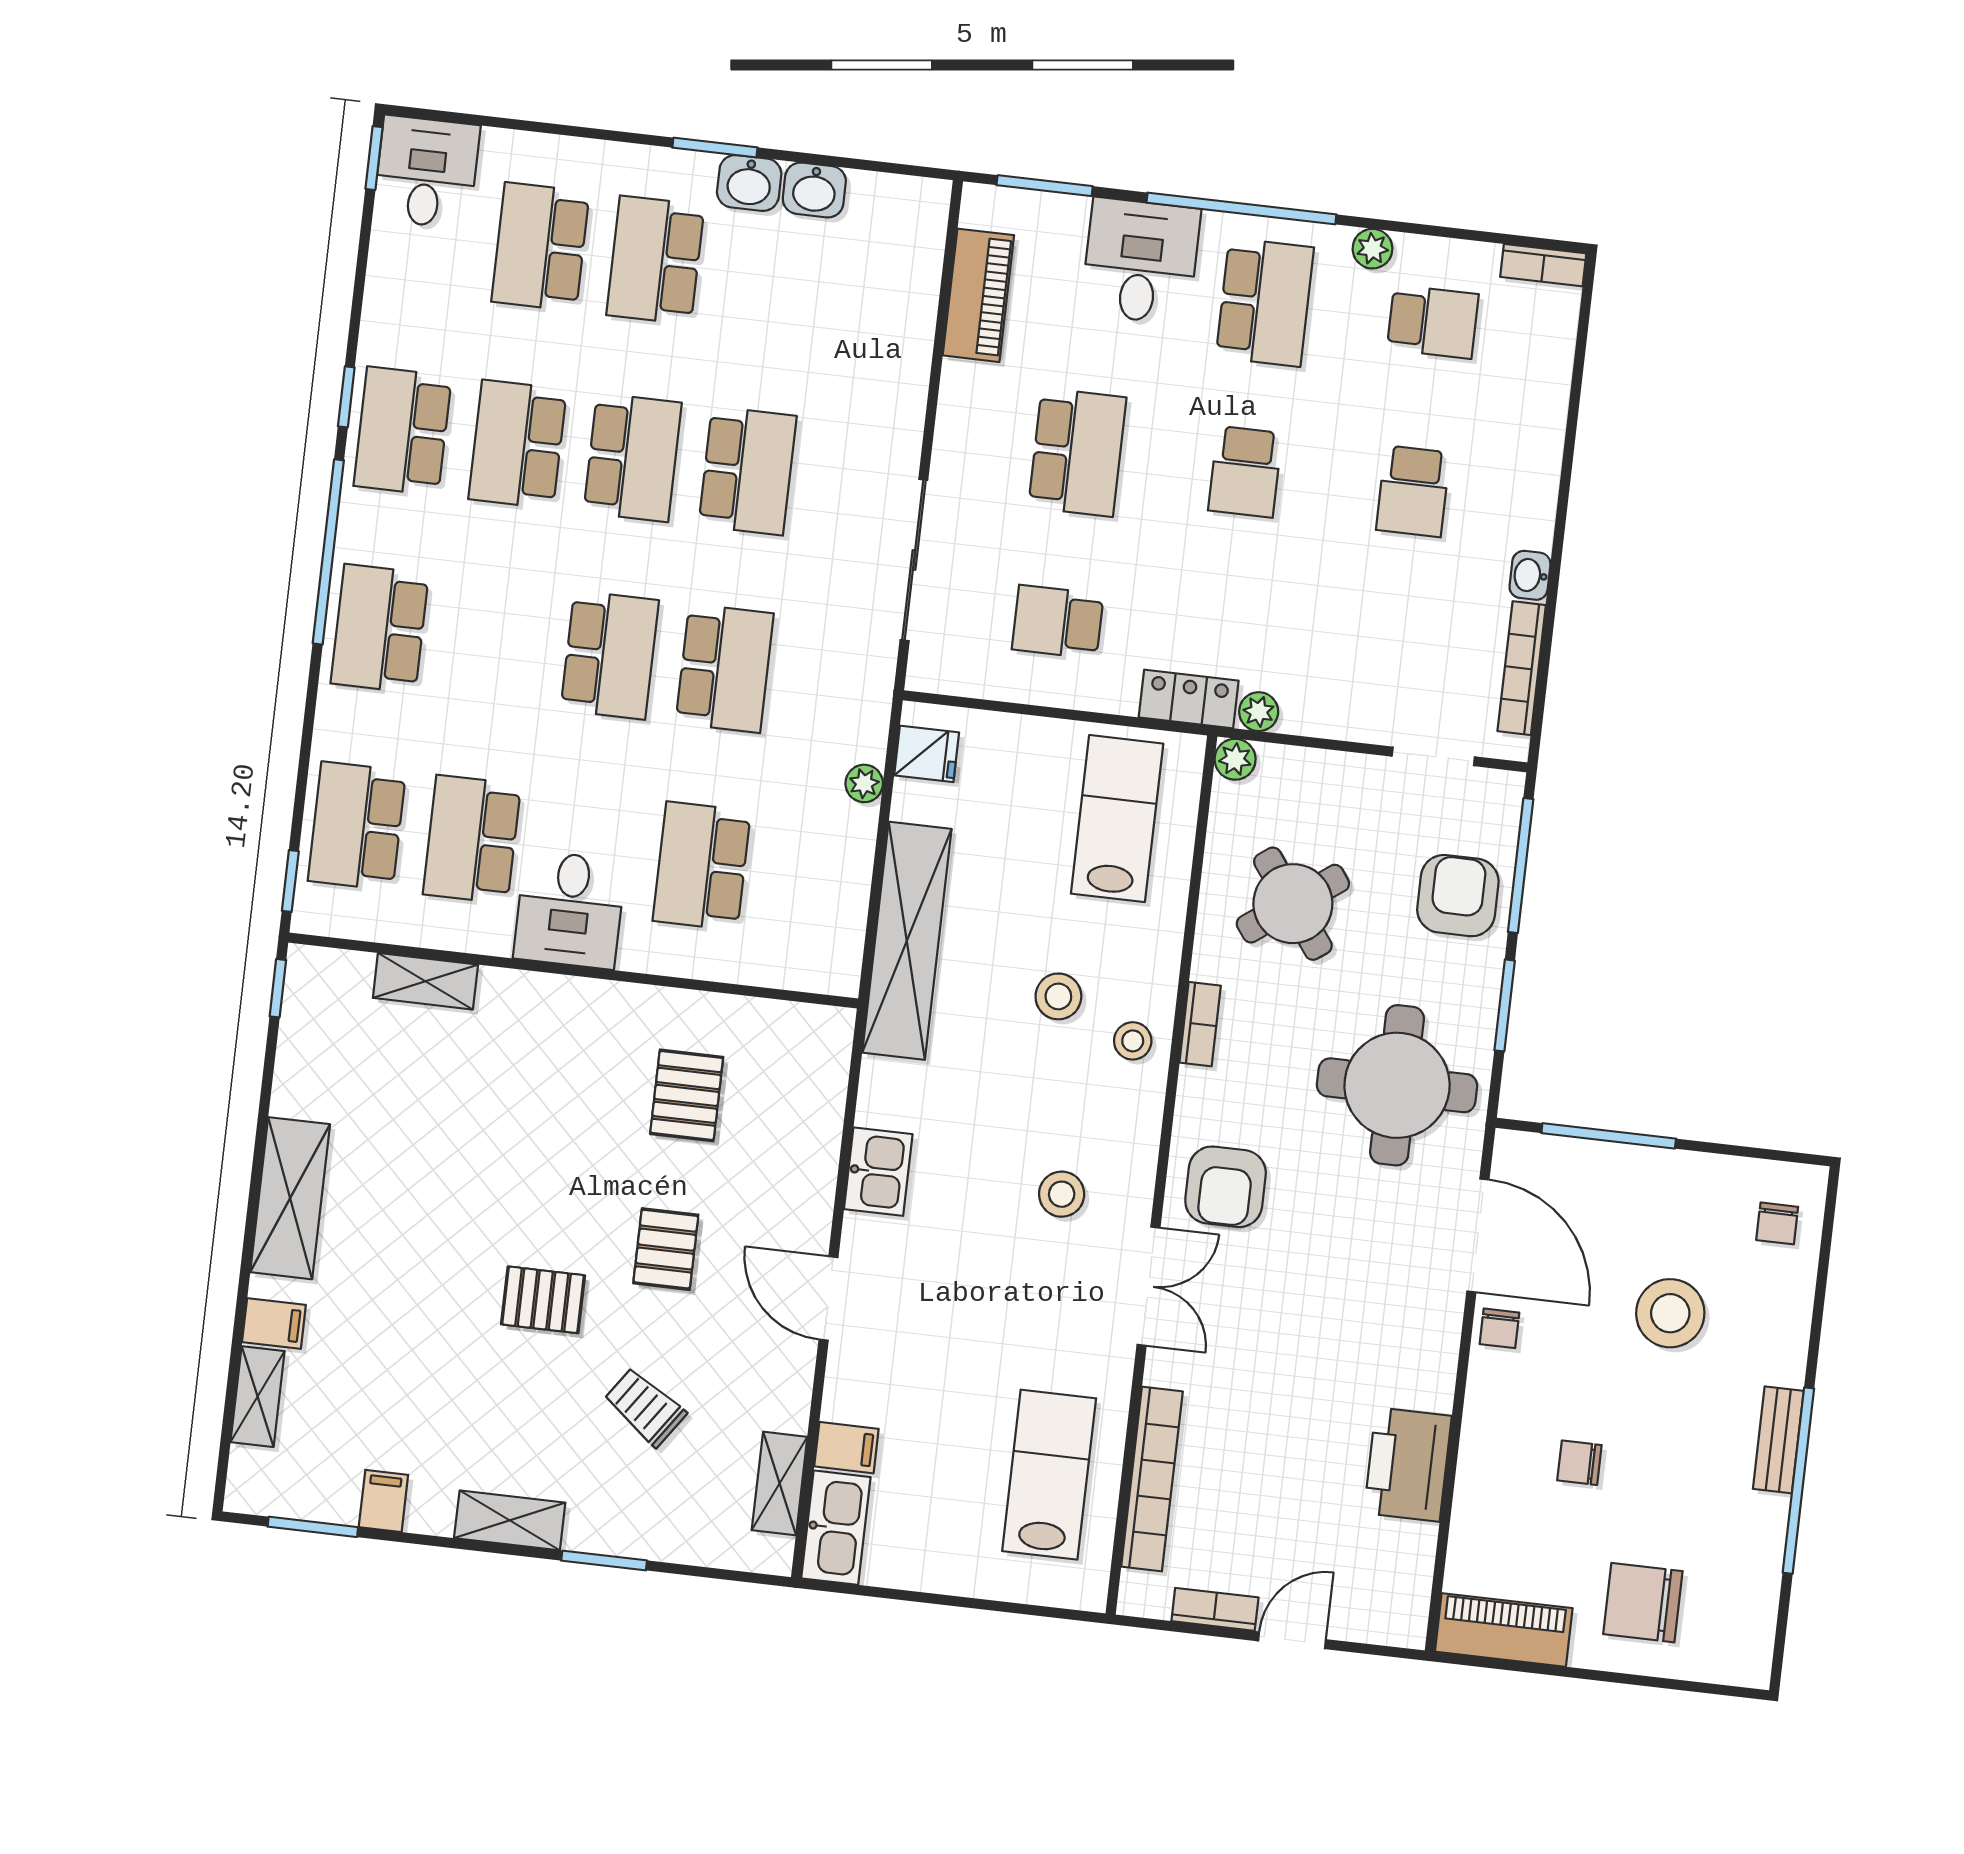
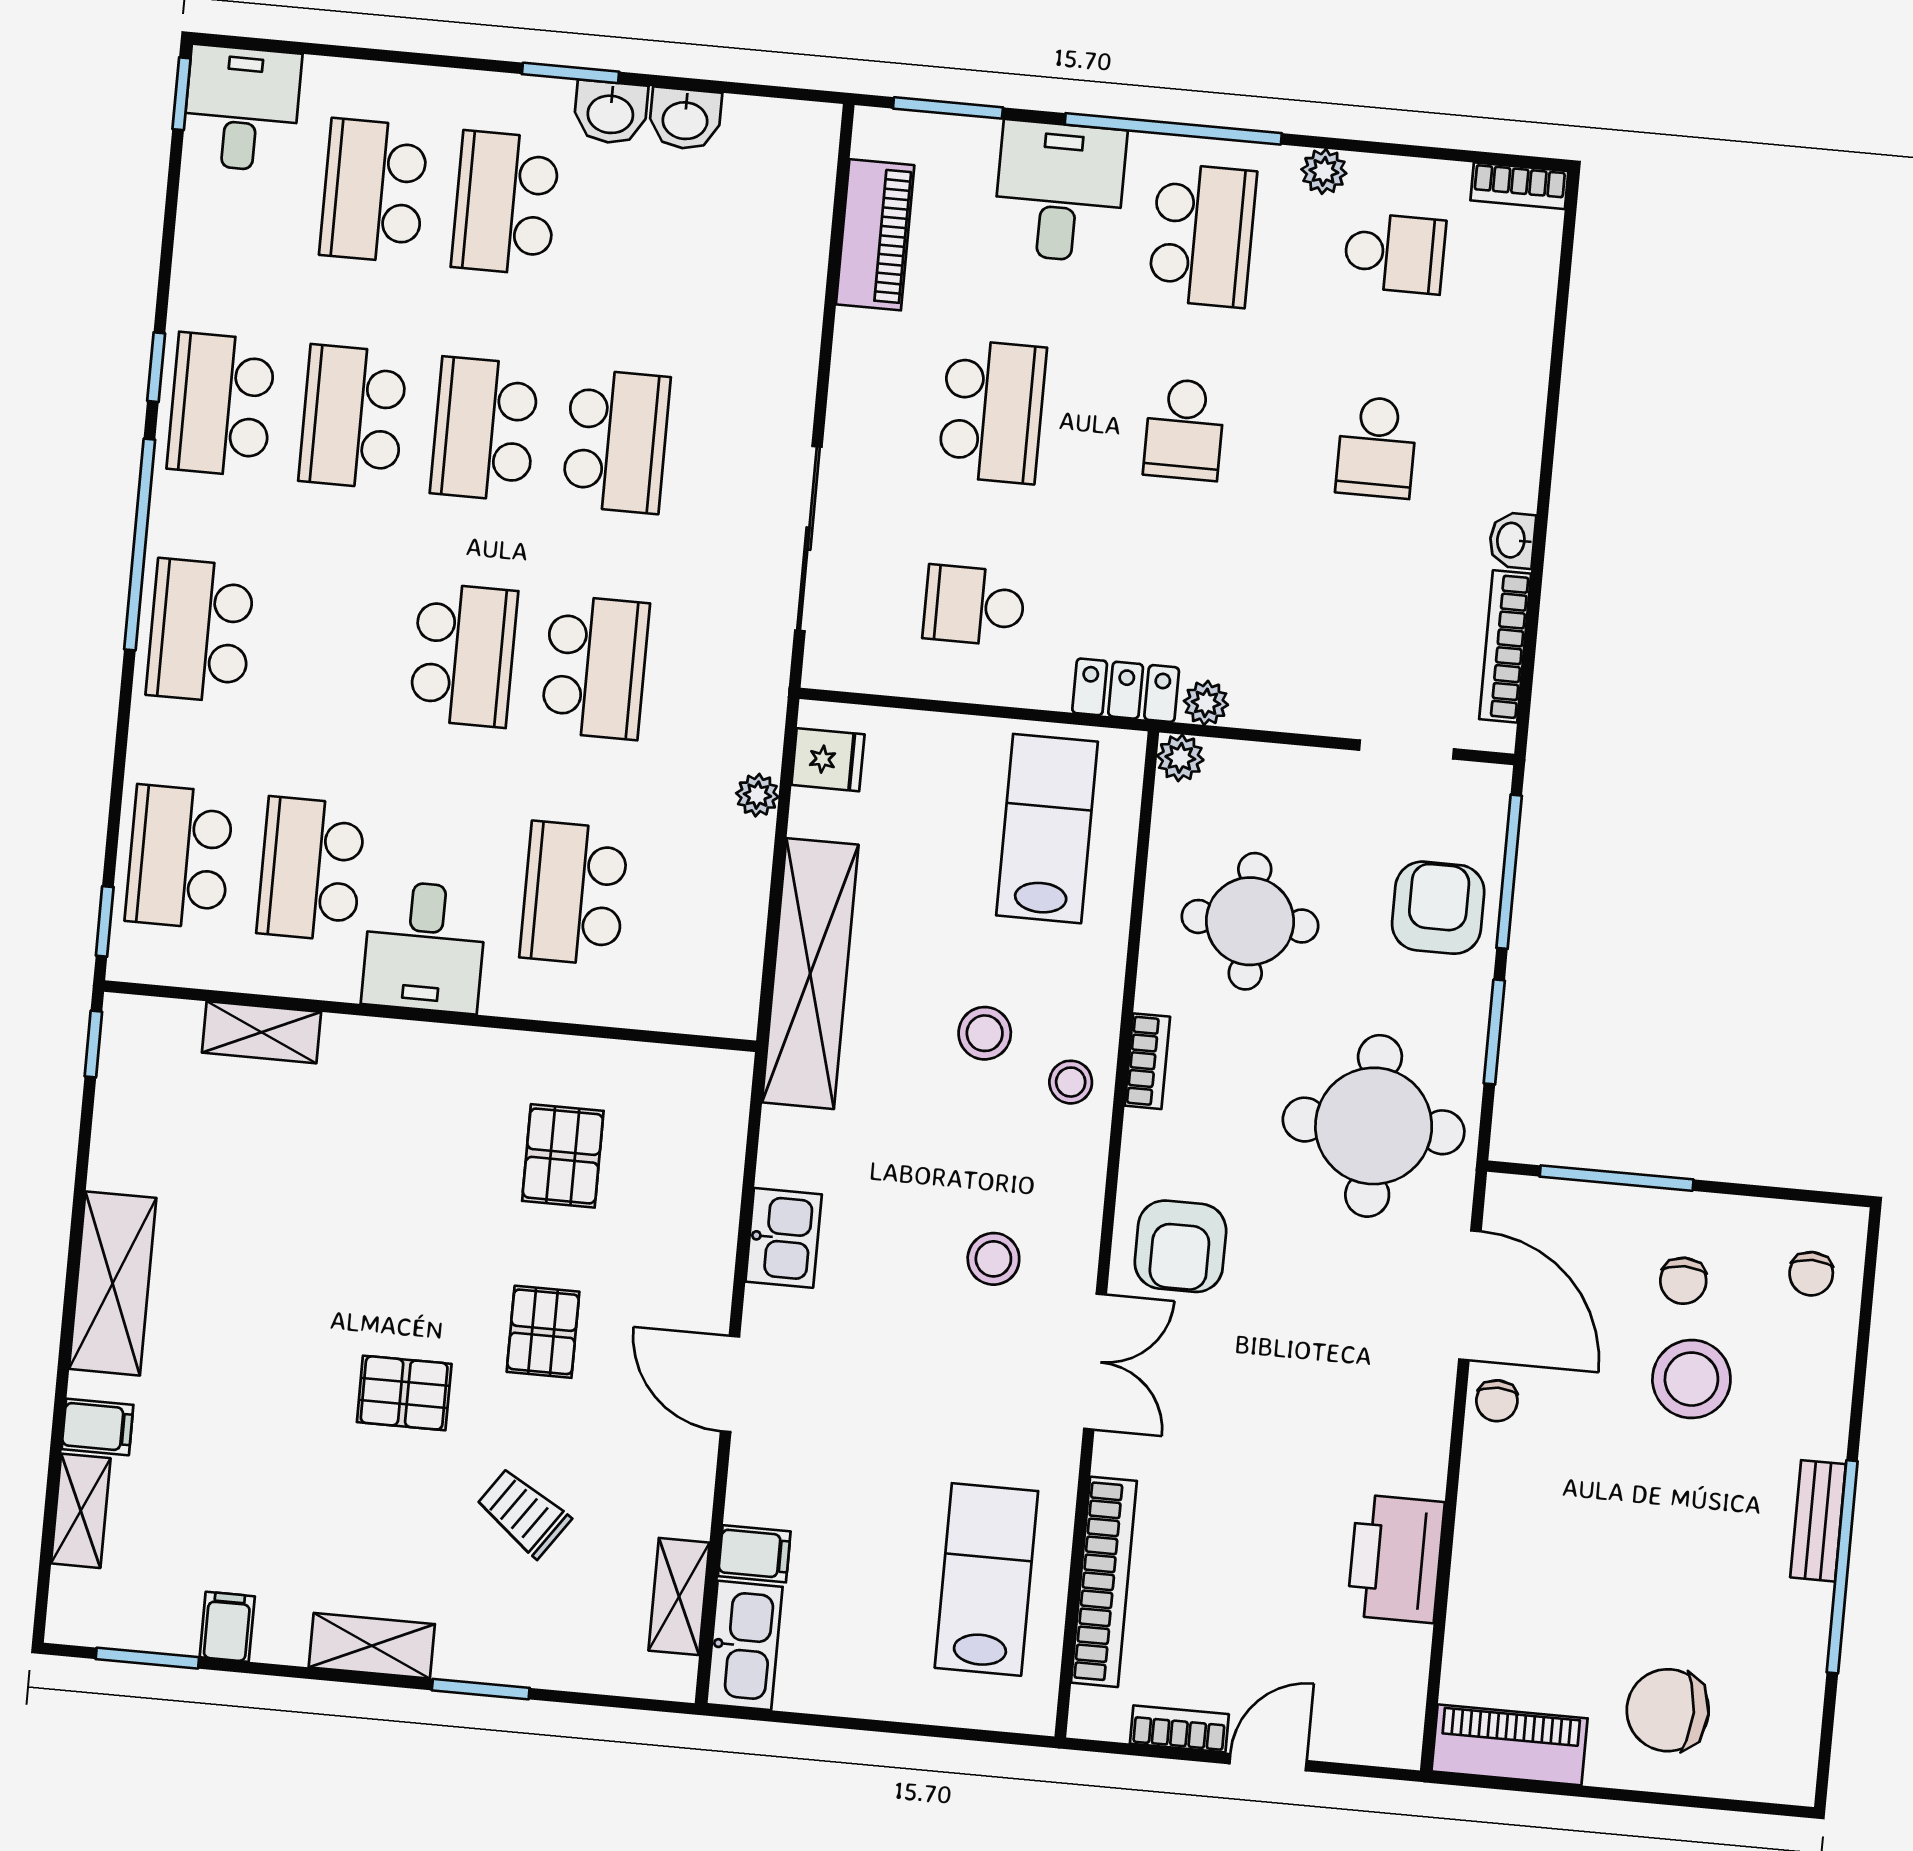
school desk: (633, 458) -> (484, 429), turned 180
round table: (1293, 904) -> (1250, 921), turned 36
chair: (1579, 1463) -> (1683, 1281), moved, turned -90

